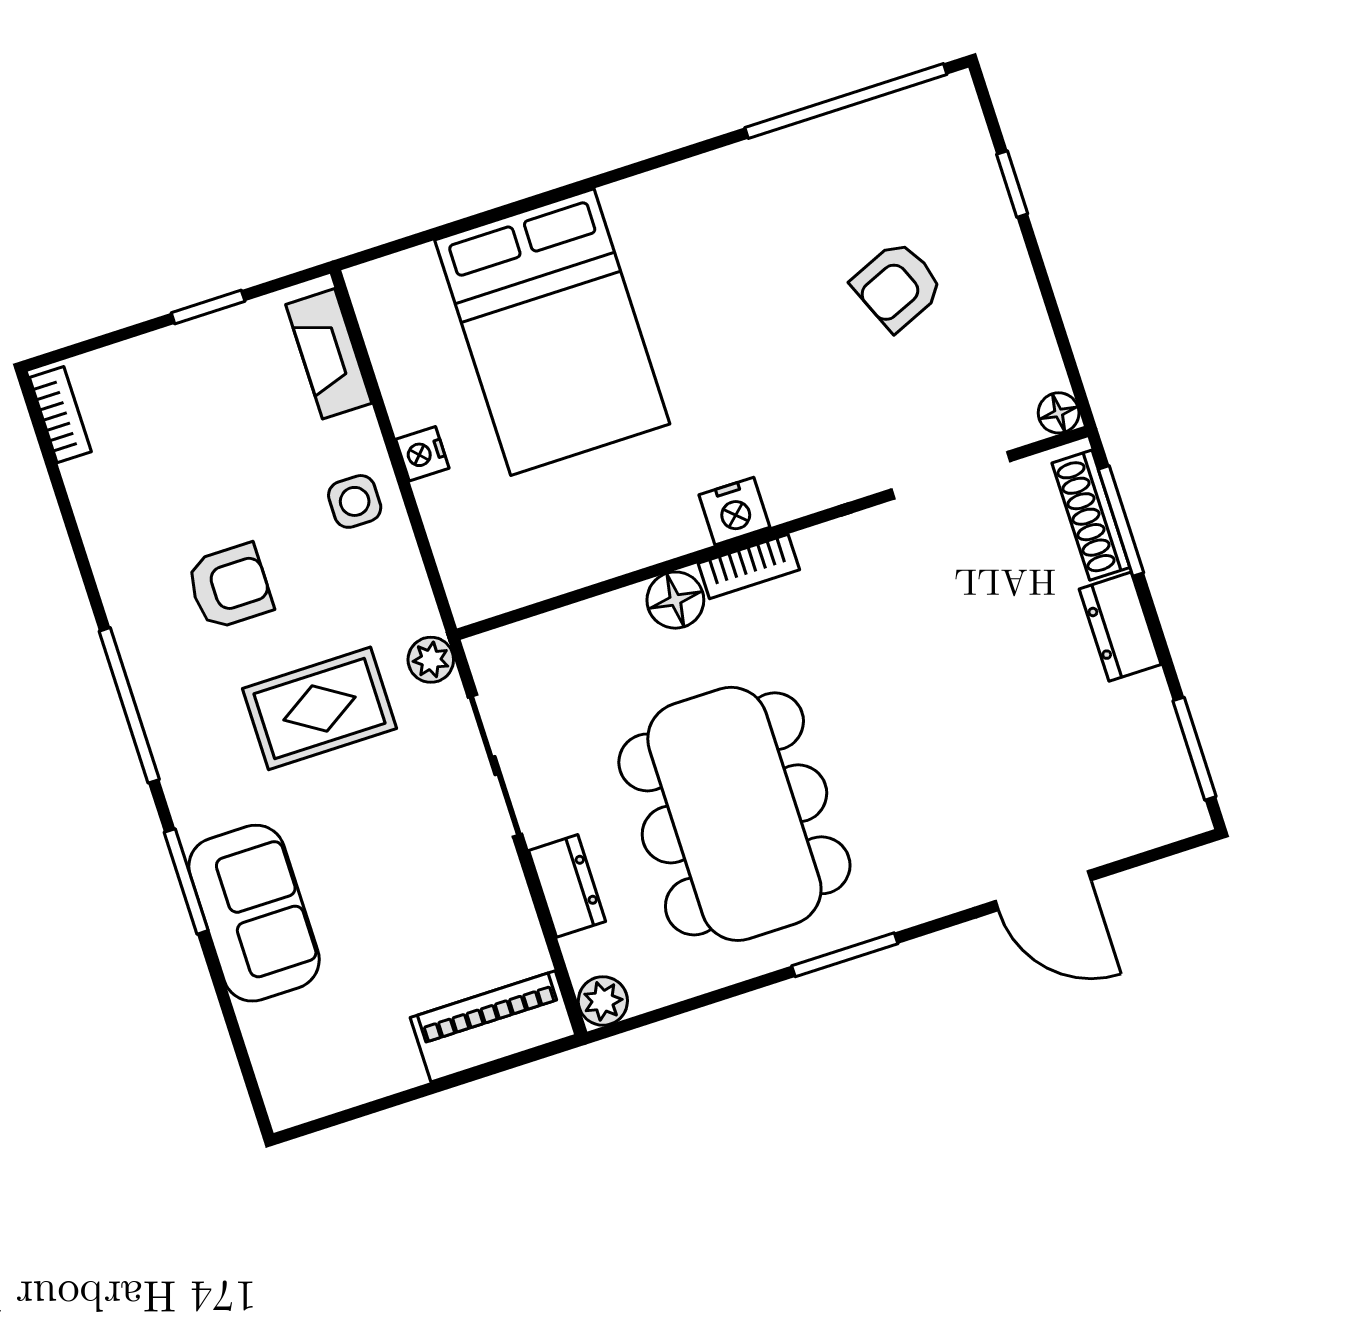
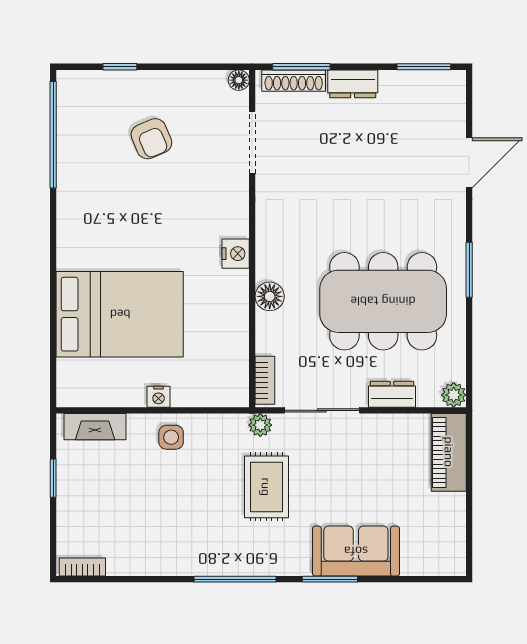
bookcase: (749, 567) -> (265, 380), moved
armchair: (230, 586) -> (193, 512), removed

